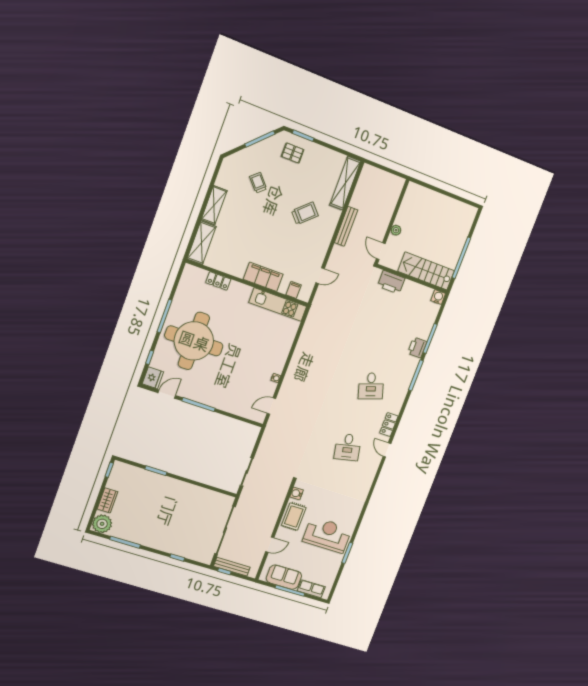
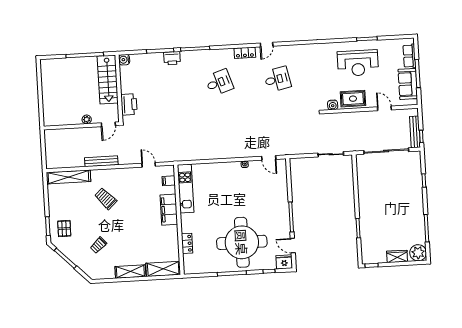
reception desk: (327, 535) -> (358, 63), turned -90

